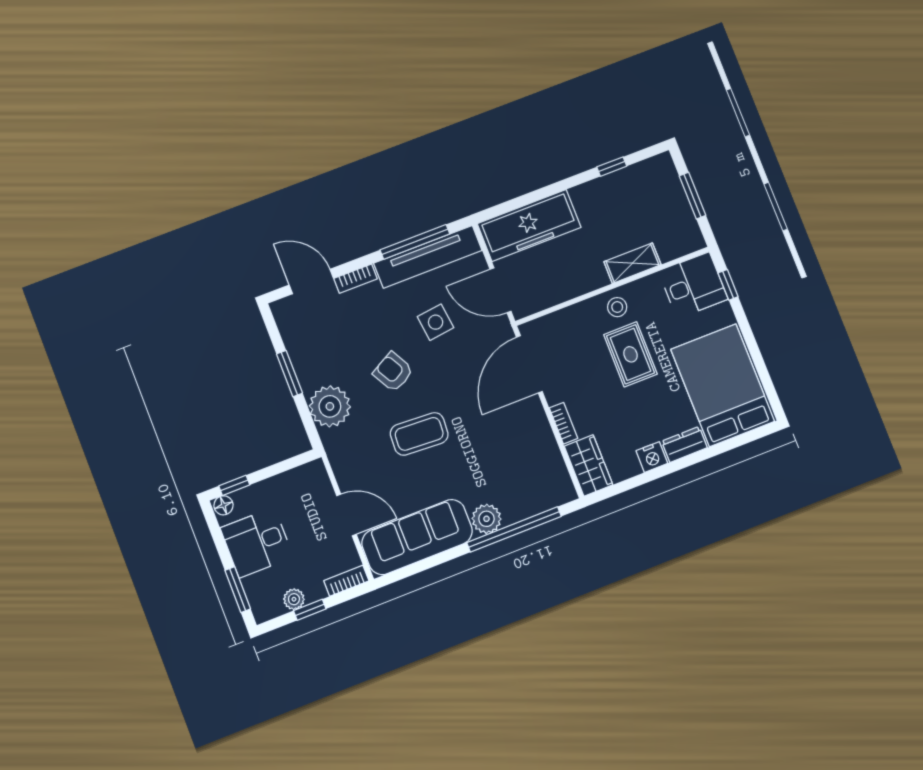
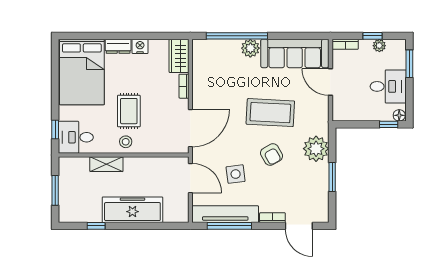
freezer: (529, 226) -> (132, 210), moved
coffee table: (419, 434) -> (270, 113), width x1.36, depth x1.32

